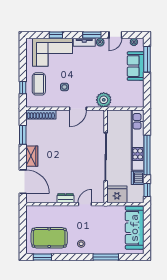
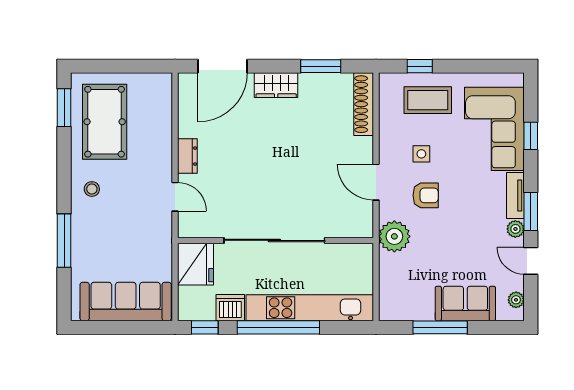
window: (147, 59) -> (440, 327), moved
armchair: (84, 85) -> (426, 195), added

